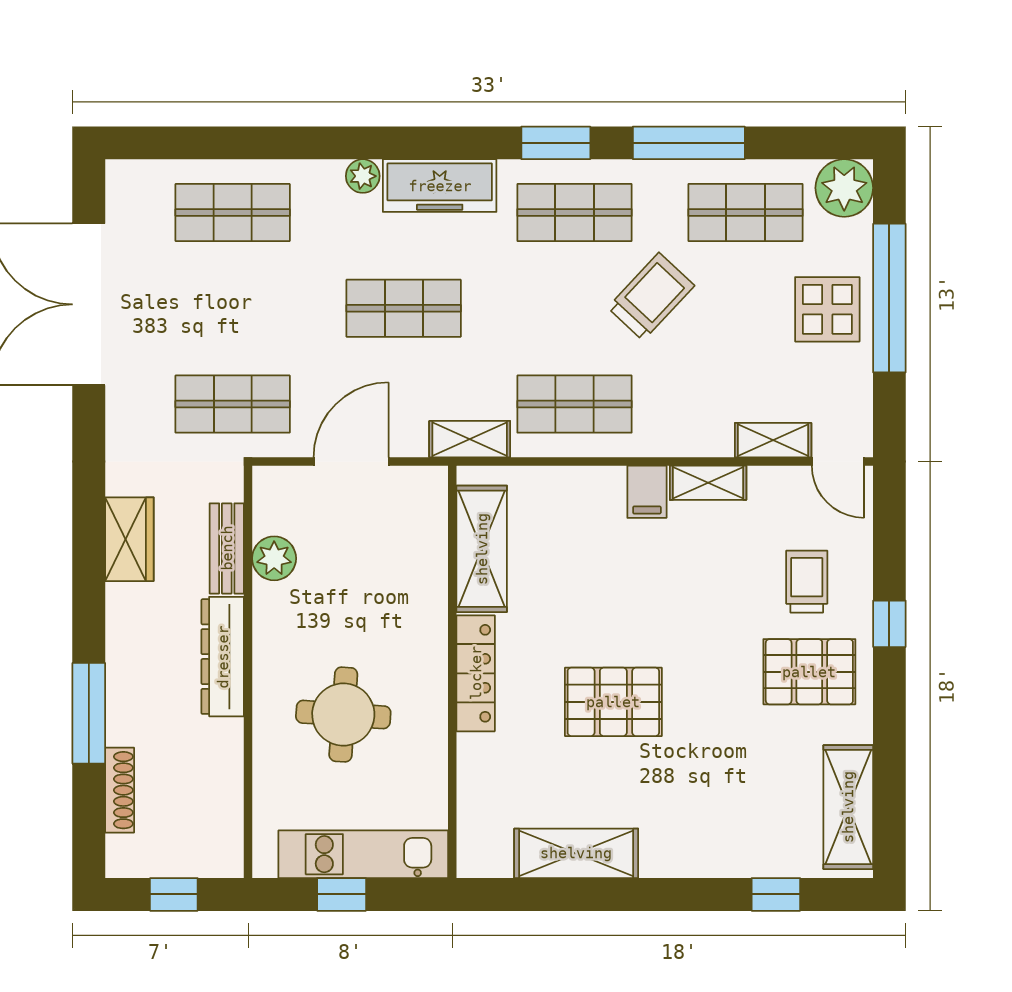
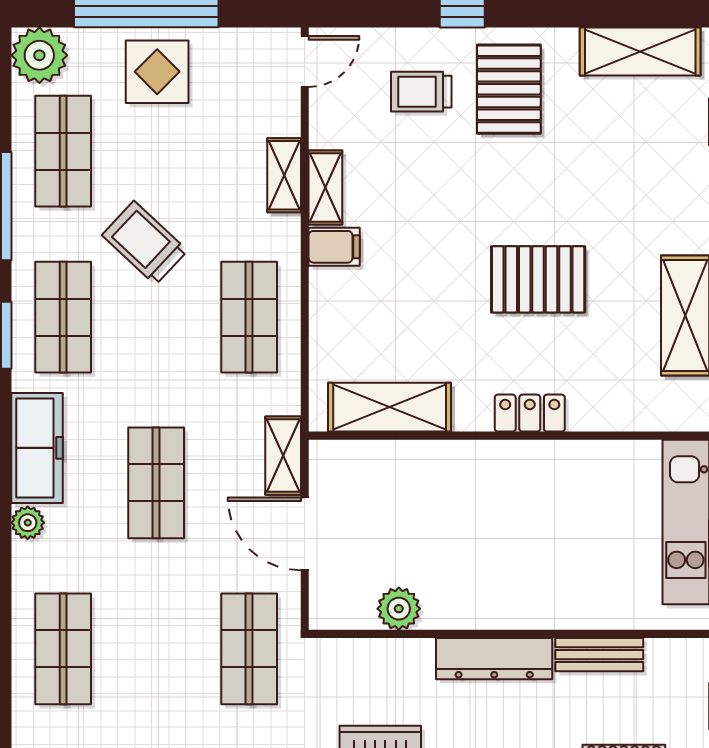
shelving: (470, 439) -> (283, 456), moved
shelving: (773, 440) -> (284, 175), moved
bench: (227, 548) -> (599, 655), moved
locker: (476, 673) -> (530, 413), width x0.66
pallet: (613, 702) -> (538, 279), turned 90
round table: (343, 715) -> (550, 541), removed

